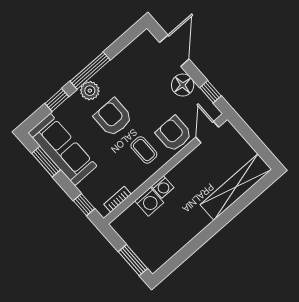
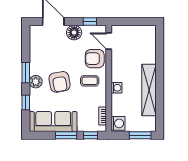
window: (90, 71) -> (26, 73), width x0.69
armchair: (113, 117) -> (60, 82), turned -100
window: (46, 162) -> (66, 135), moved
shelving: (236, 187) -> (149, 90), moved
washing machine: (149, 202) -> (118, 123), moved

